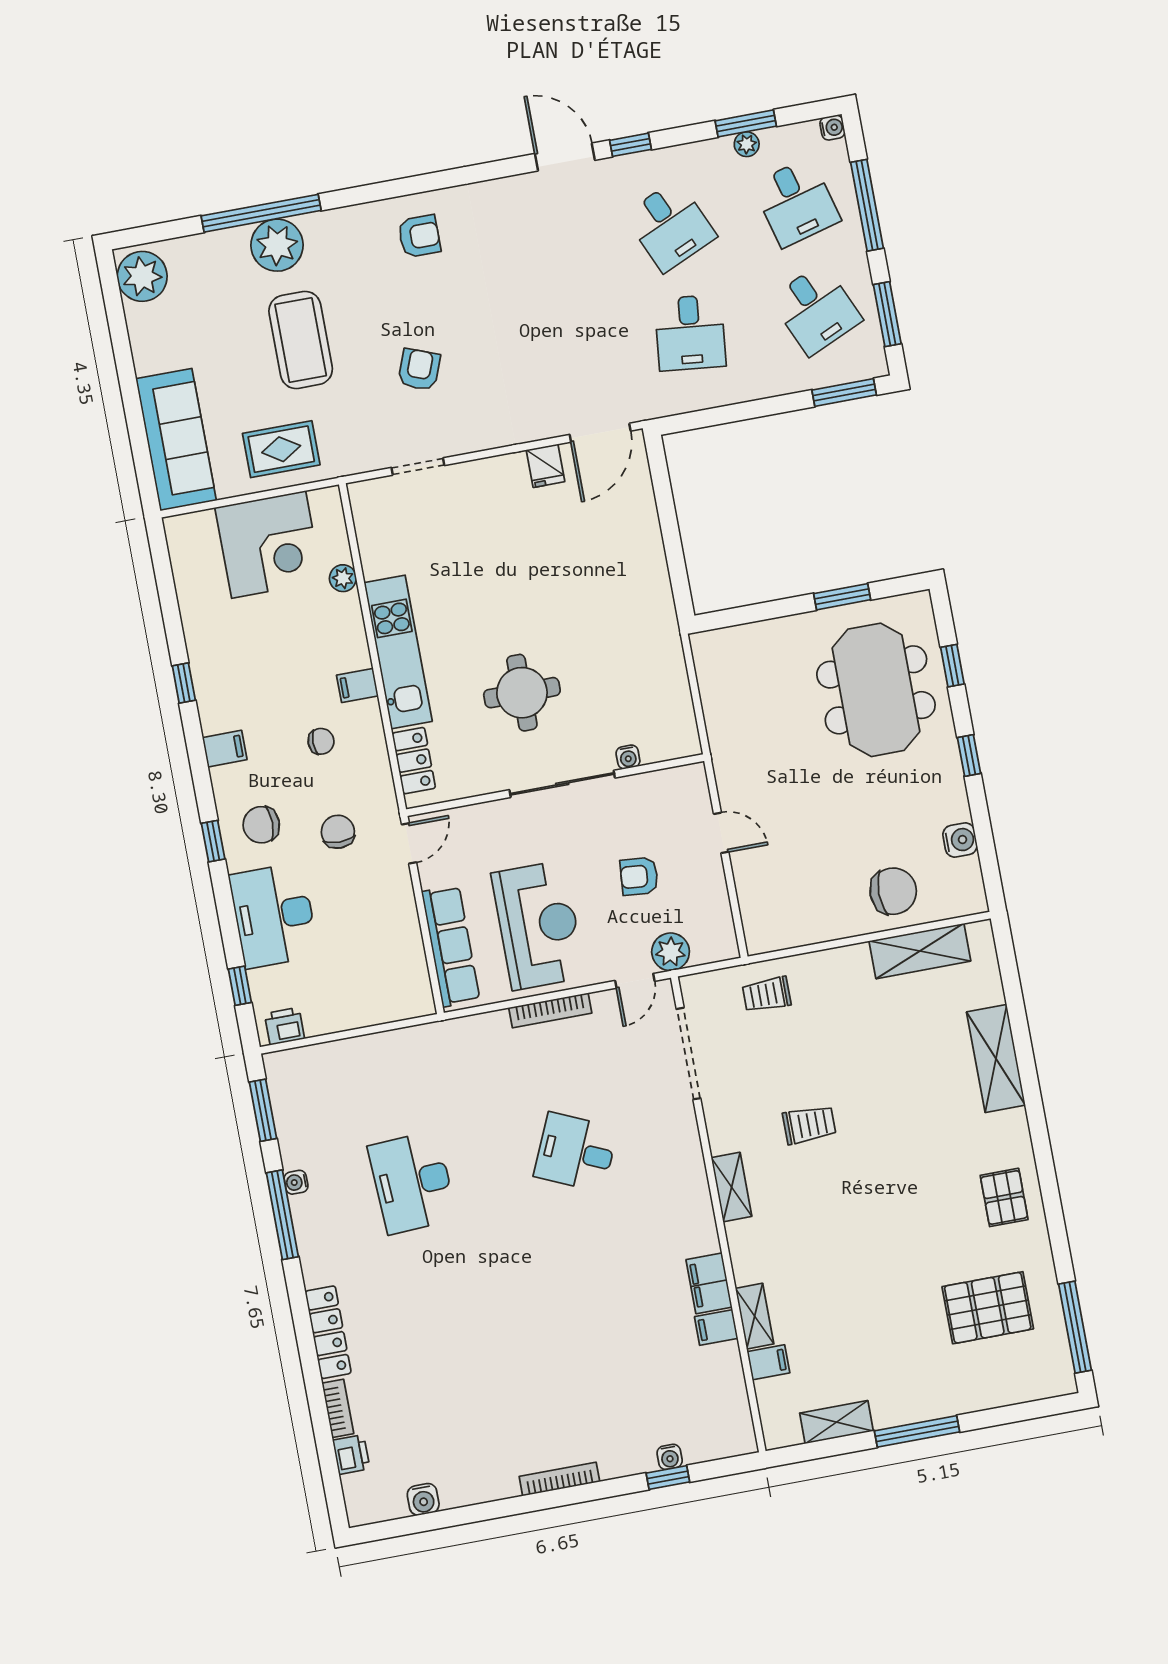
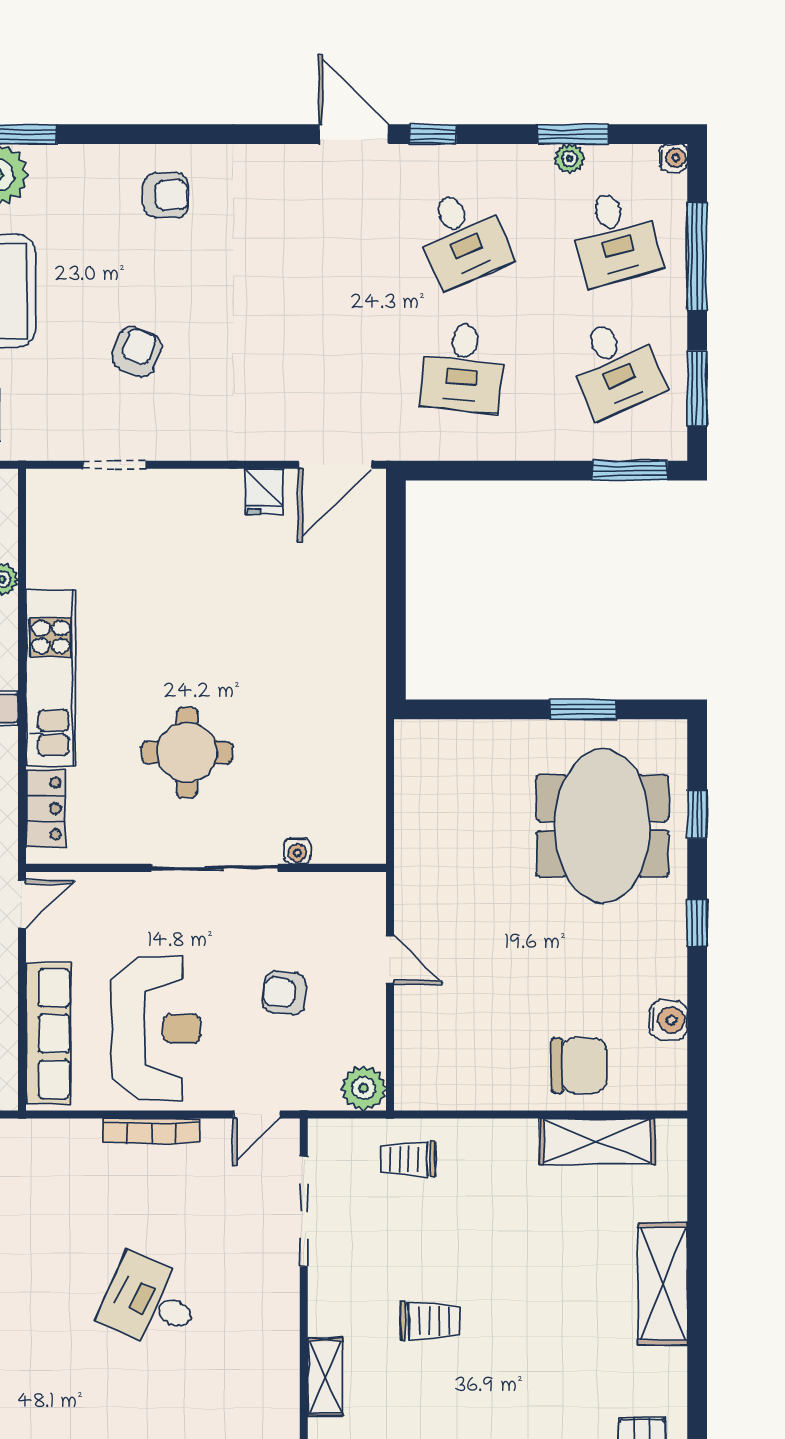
plant: (671, 952) -> (364, 1088), moved

